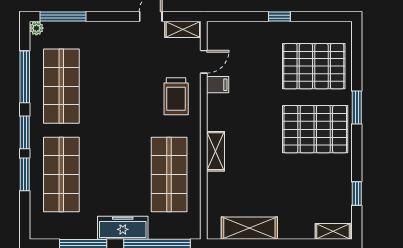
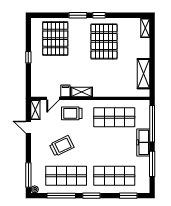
door: (204, 62) -> (53, 98), swing flipped
trolley: (116, 78) -> (62, 146), added
trolley: (176, 96) -> (72, 113), turned 180
pallet: (315, 129) -> (104, 41), moved
shelving: (216, 151) -> (82, 92), moved
window: (25, 174) -> (128, 196), moved
window: (357, 194) -> (99, 15), moved

